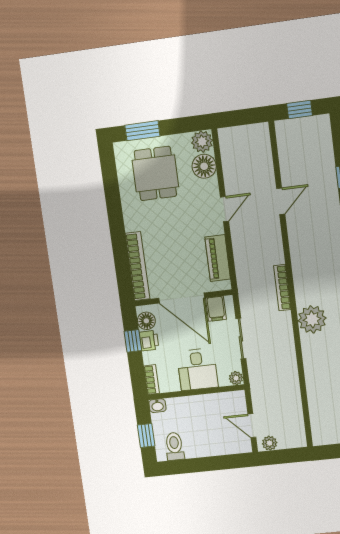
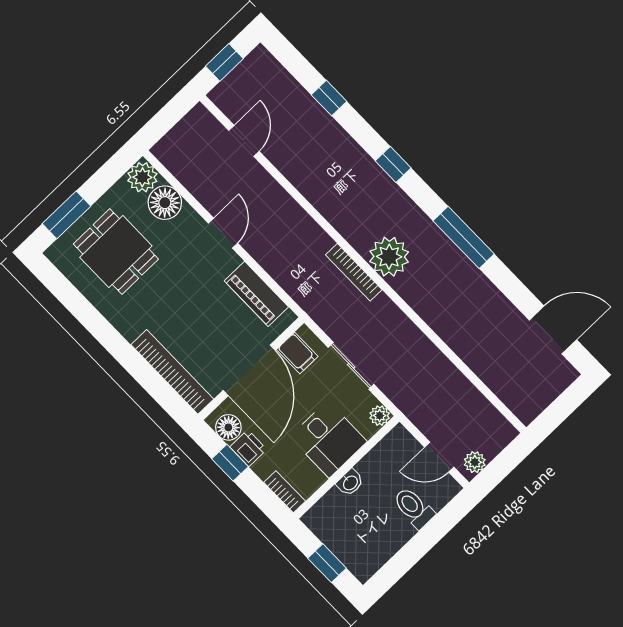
door: (281, 201) -> (244, 141), moved
door: (182, 298) -> (249, 370), hinge flipped
plant: (312, 319) -> (389, 257), moved
washbasin: (157, 406) -> (350, 483), moved
toilet: (175, 446) -> (414, 508), moved

